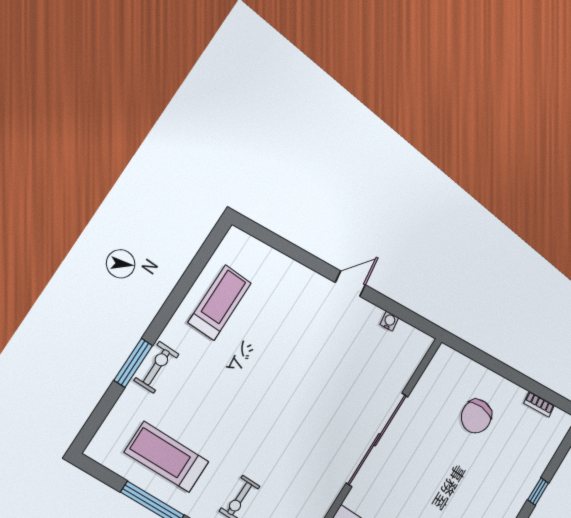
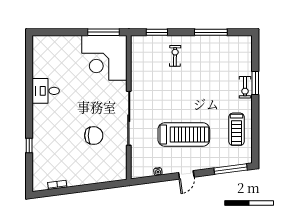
window: (274, 241) -> (231, 169), added
chair: (476, 416) -> (94, 136), moved, turned 90
treadmill: (167, 457) -> (184, 135), moved, width x1.37, depth x1.38

